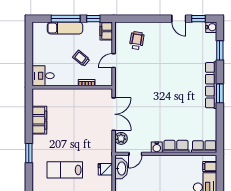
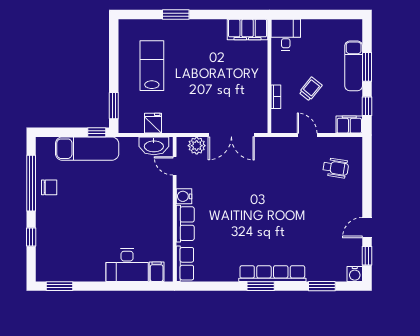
window: (66, 19) -> (367, 67), width x0.69
filing cabinet: (39, 120) -> (248, 30), moved

